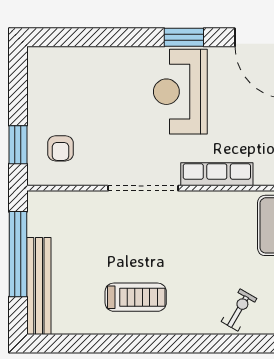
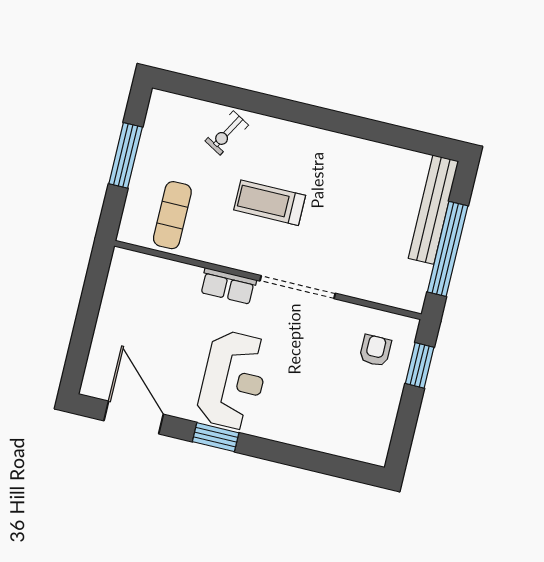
row of seats: (217, 174) -> (228, 286), width x0.68
treadmill: (136, 297) -> (270, 203), moved

